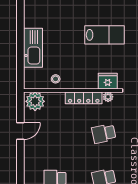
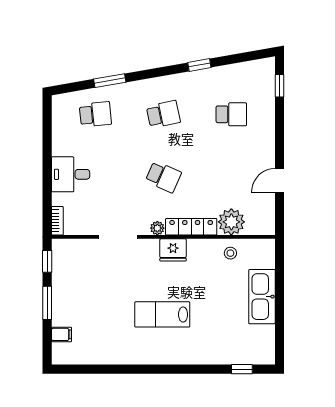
fridge: (108, 81) -> (173, 250), moved
plant: (35, 101) -> (231, 222), moved
school desk: (104, 134) -> (163, 177), turned 36

